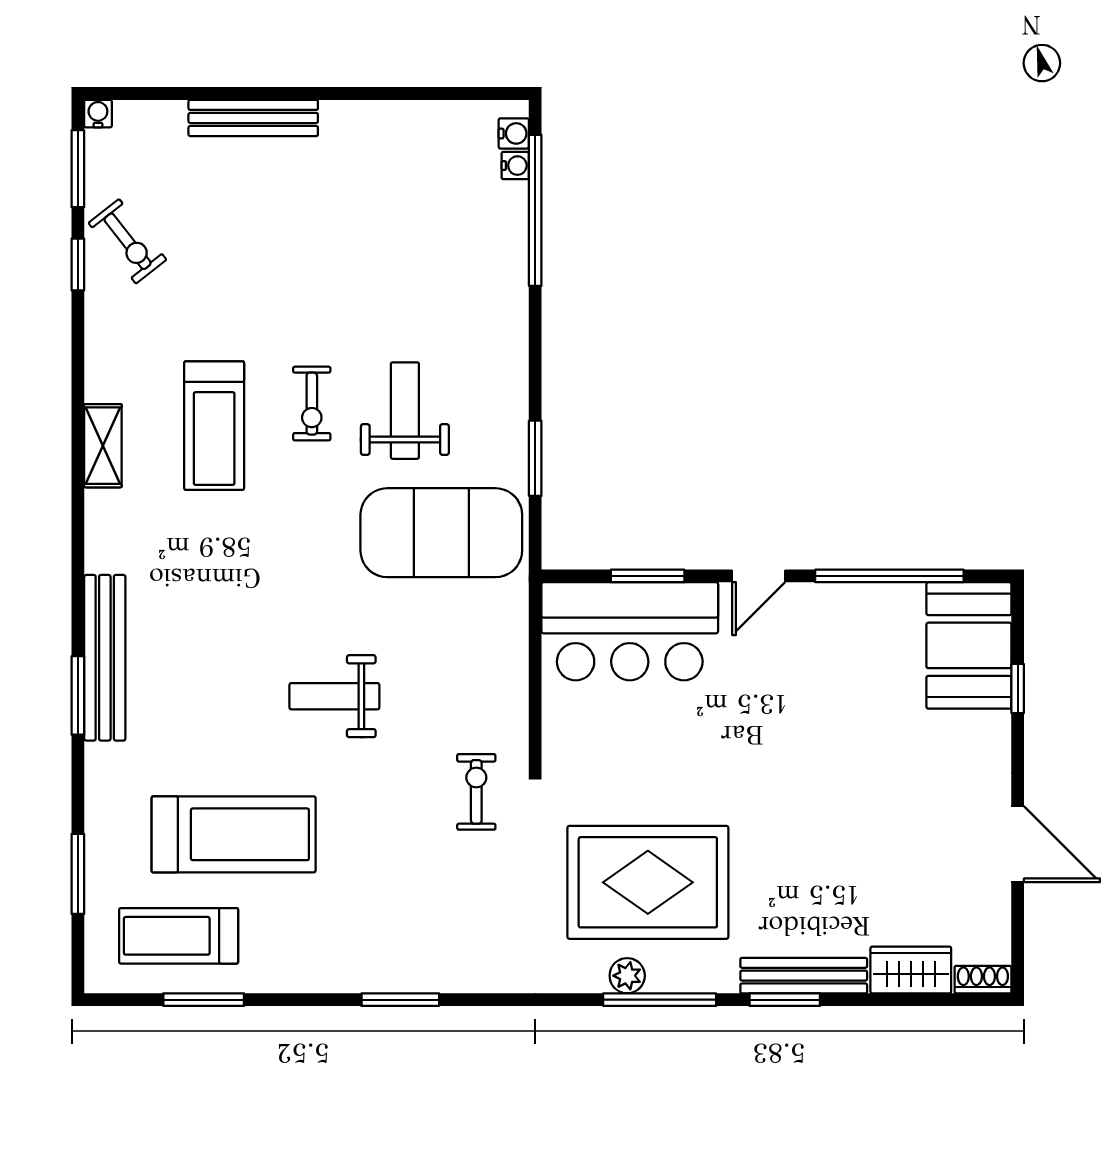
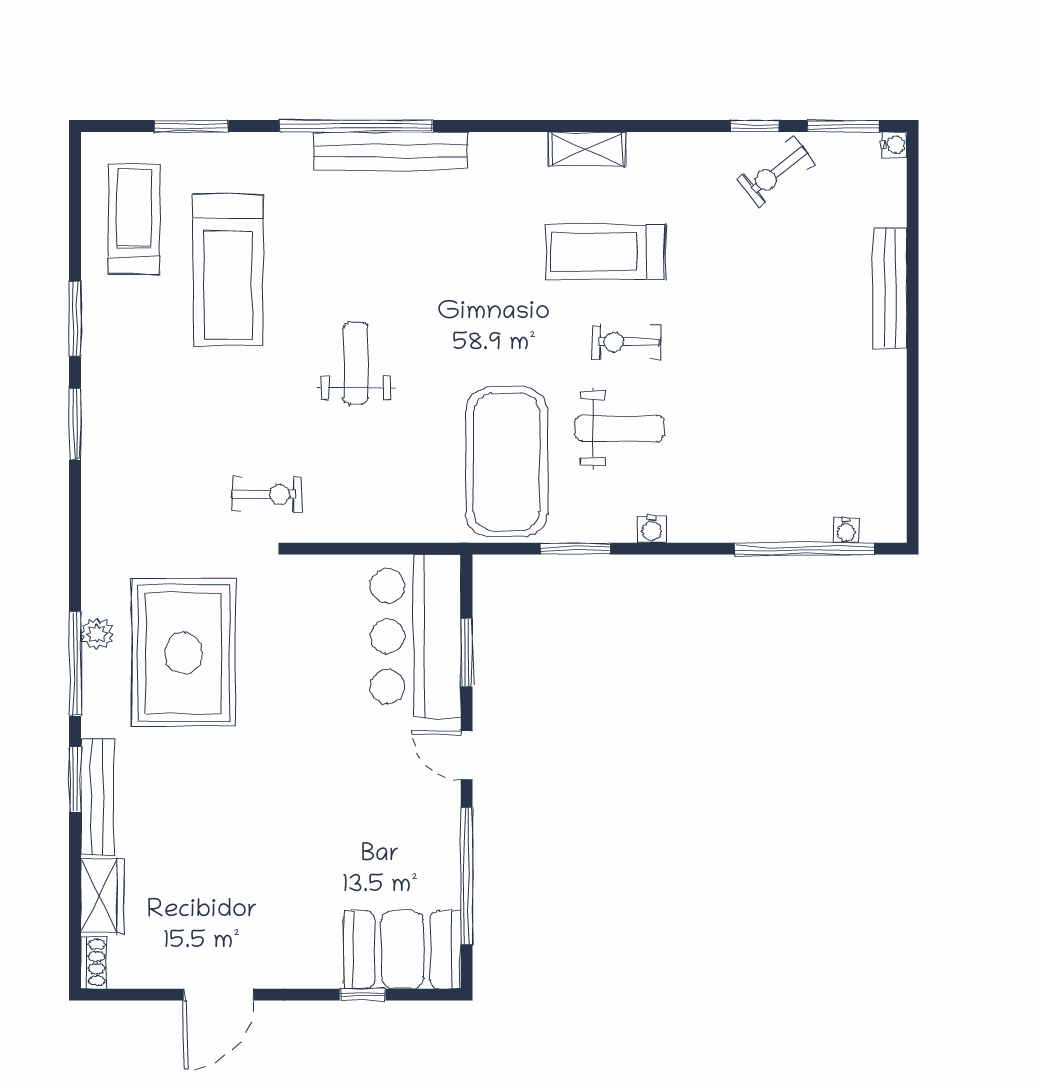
water cooler: (514, 133) -> (652, 529), moved
window: (78, 695) -> (356, 126), width x2.11
window: (204, 1000) -> (75, 319), moved

